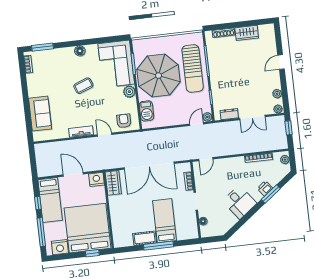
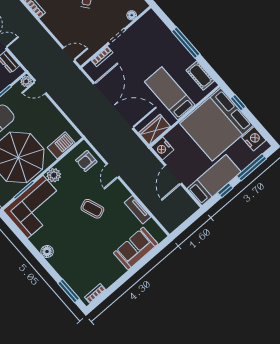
coffee table: (83, 86) -> (92, 209), moved
tv unit: (81, 132) -> (138, 210), moved
bed: (164, 221) -> (170, 93), moved, turned 90
cot: (145, 238) -> (200, 75), moved

